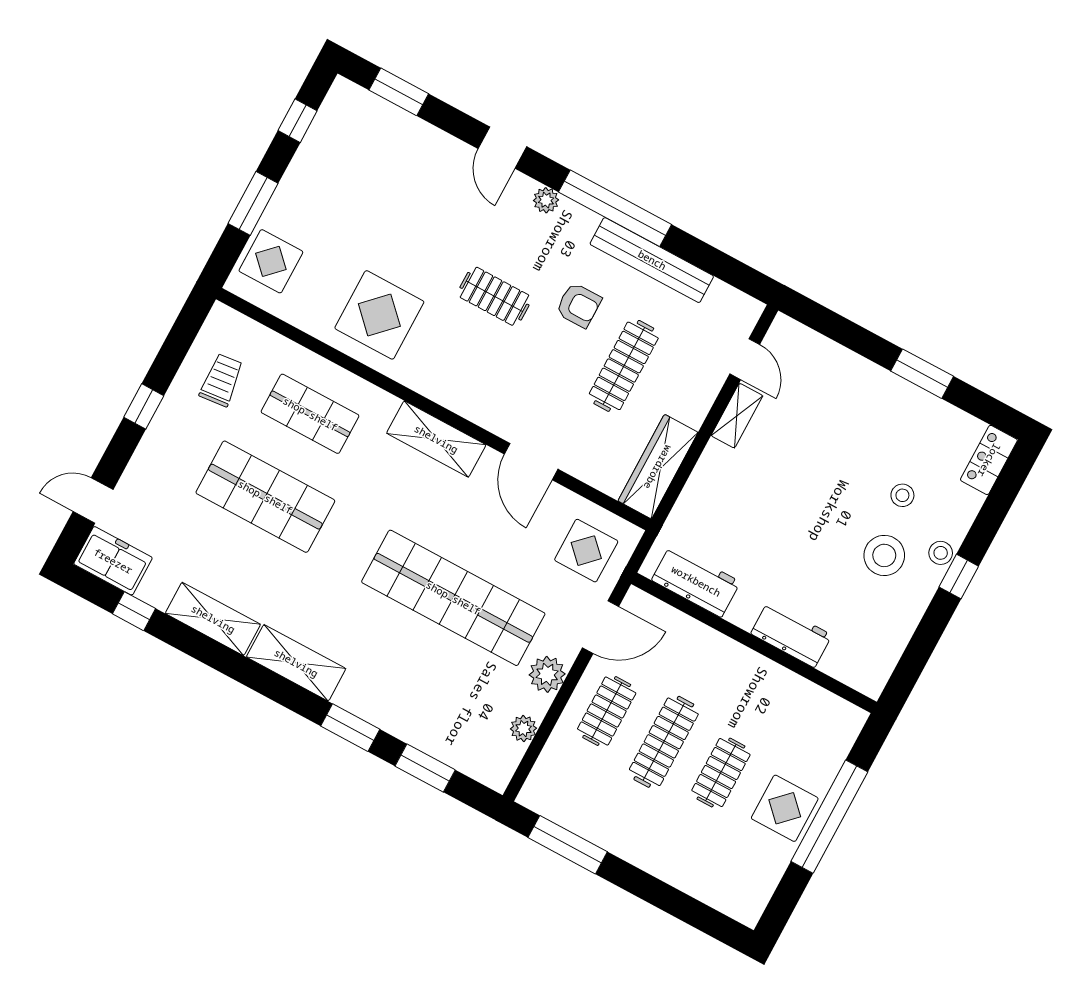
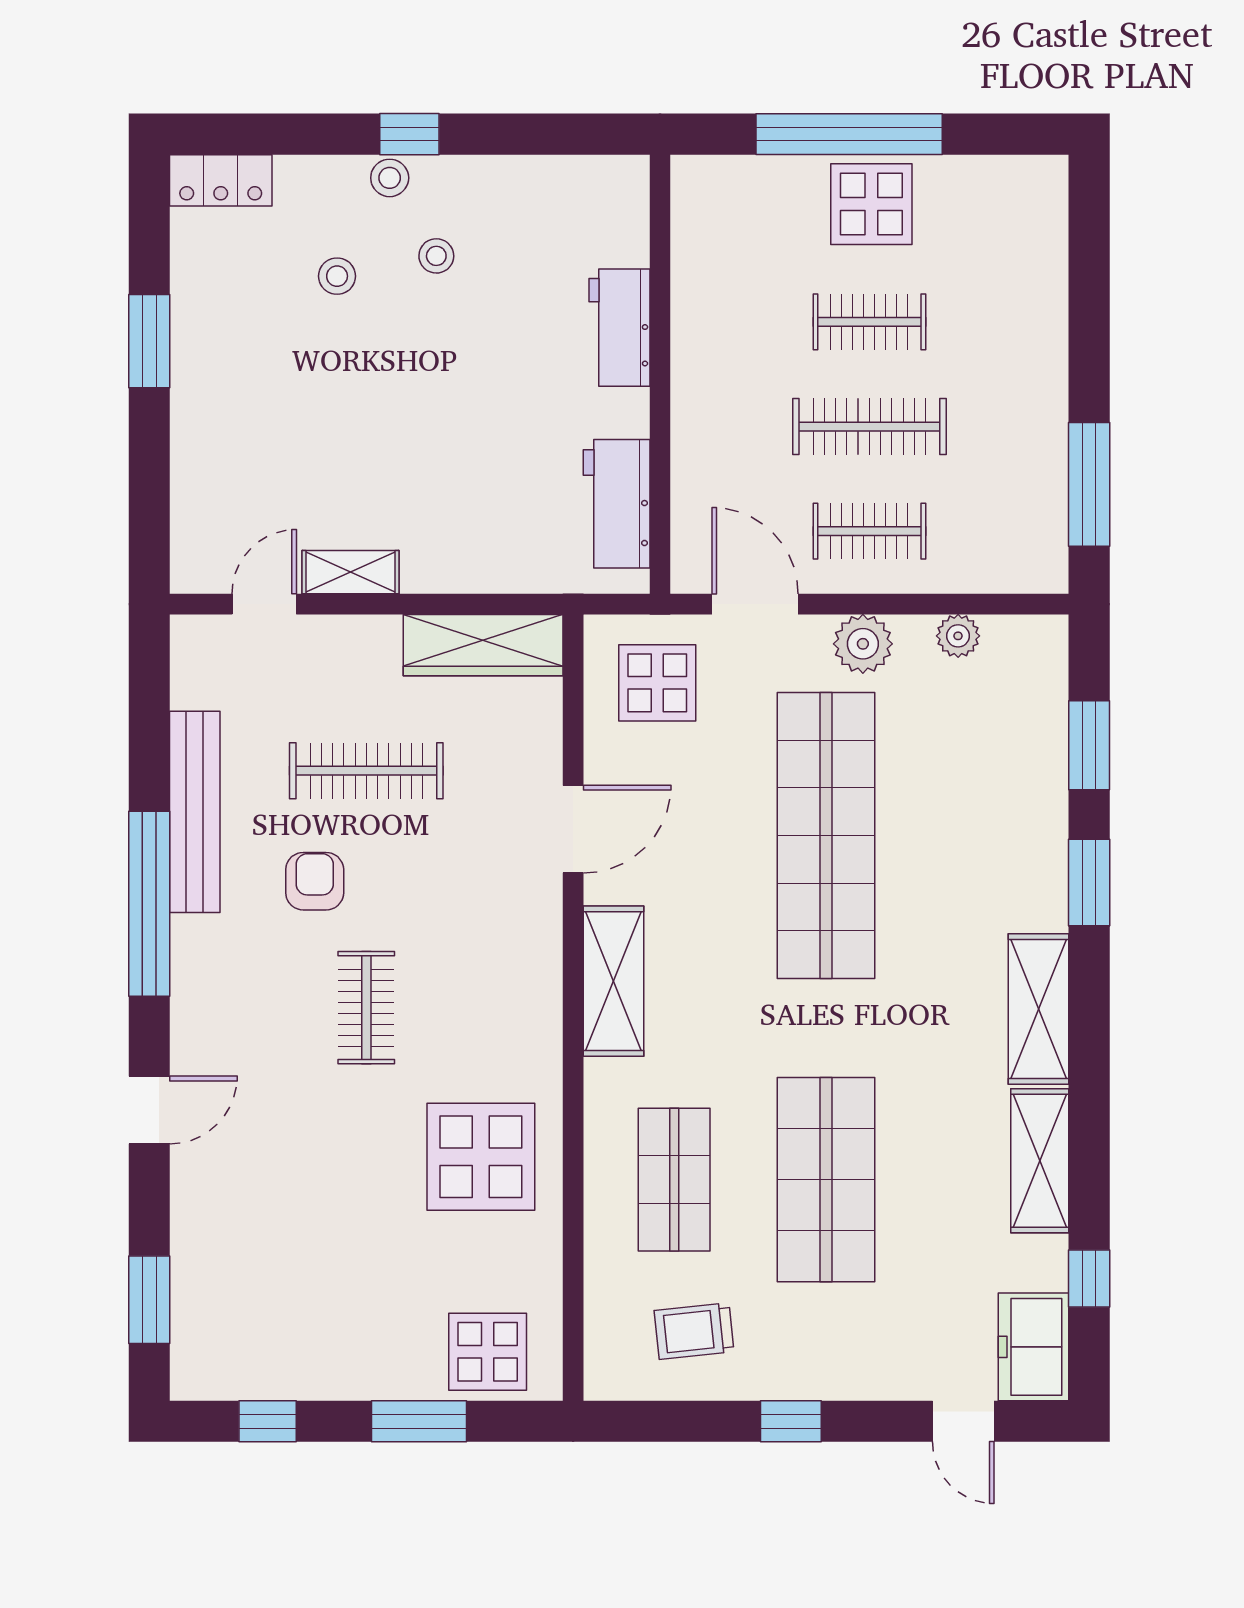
plant: (546, 200) -> (191, 1008), removed
stool: (884, 555) -> (436, 256), width x0.53, depth x0.53

